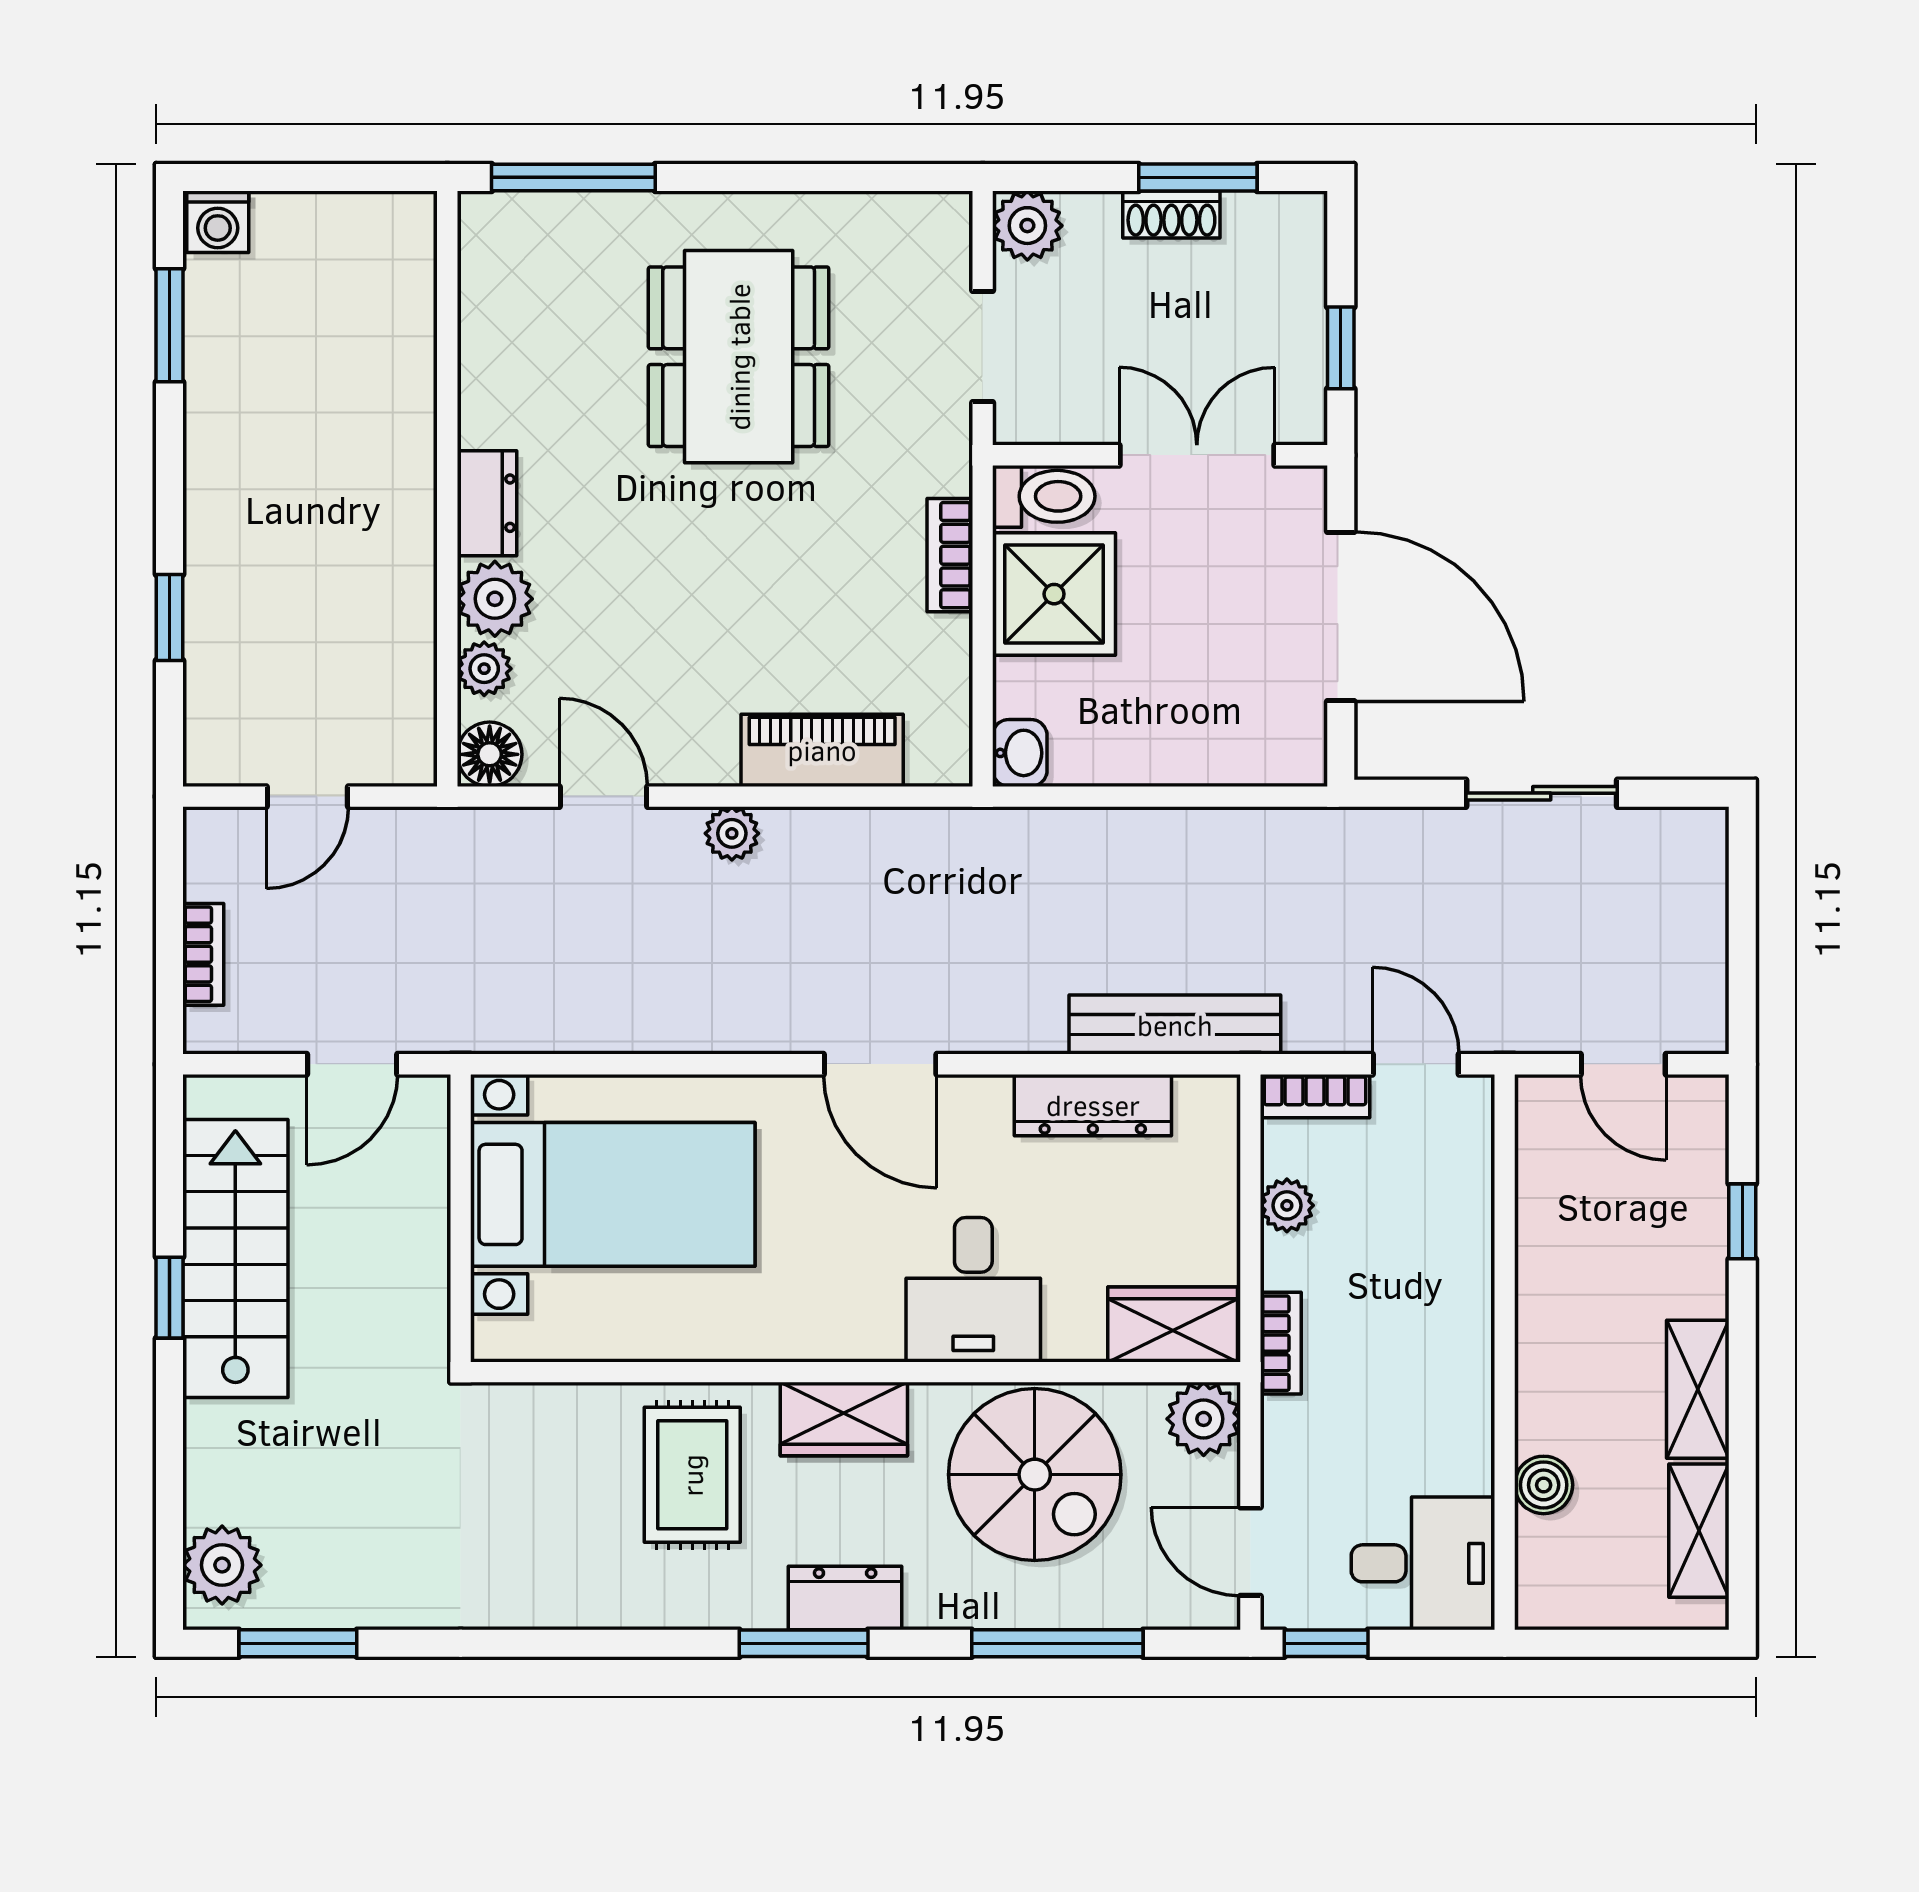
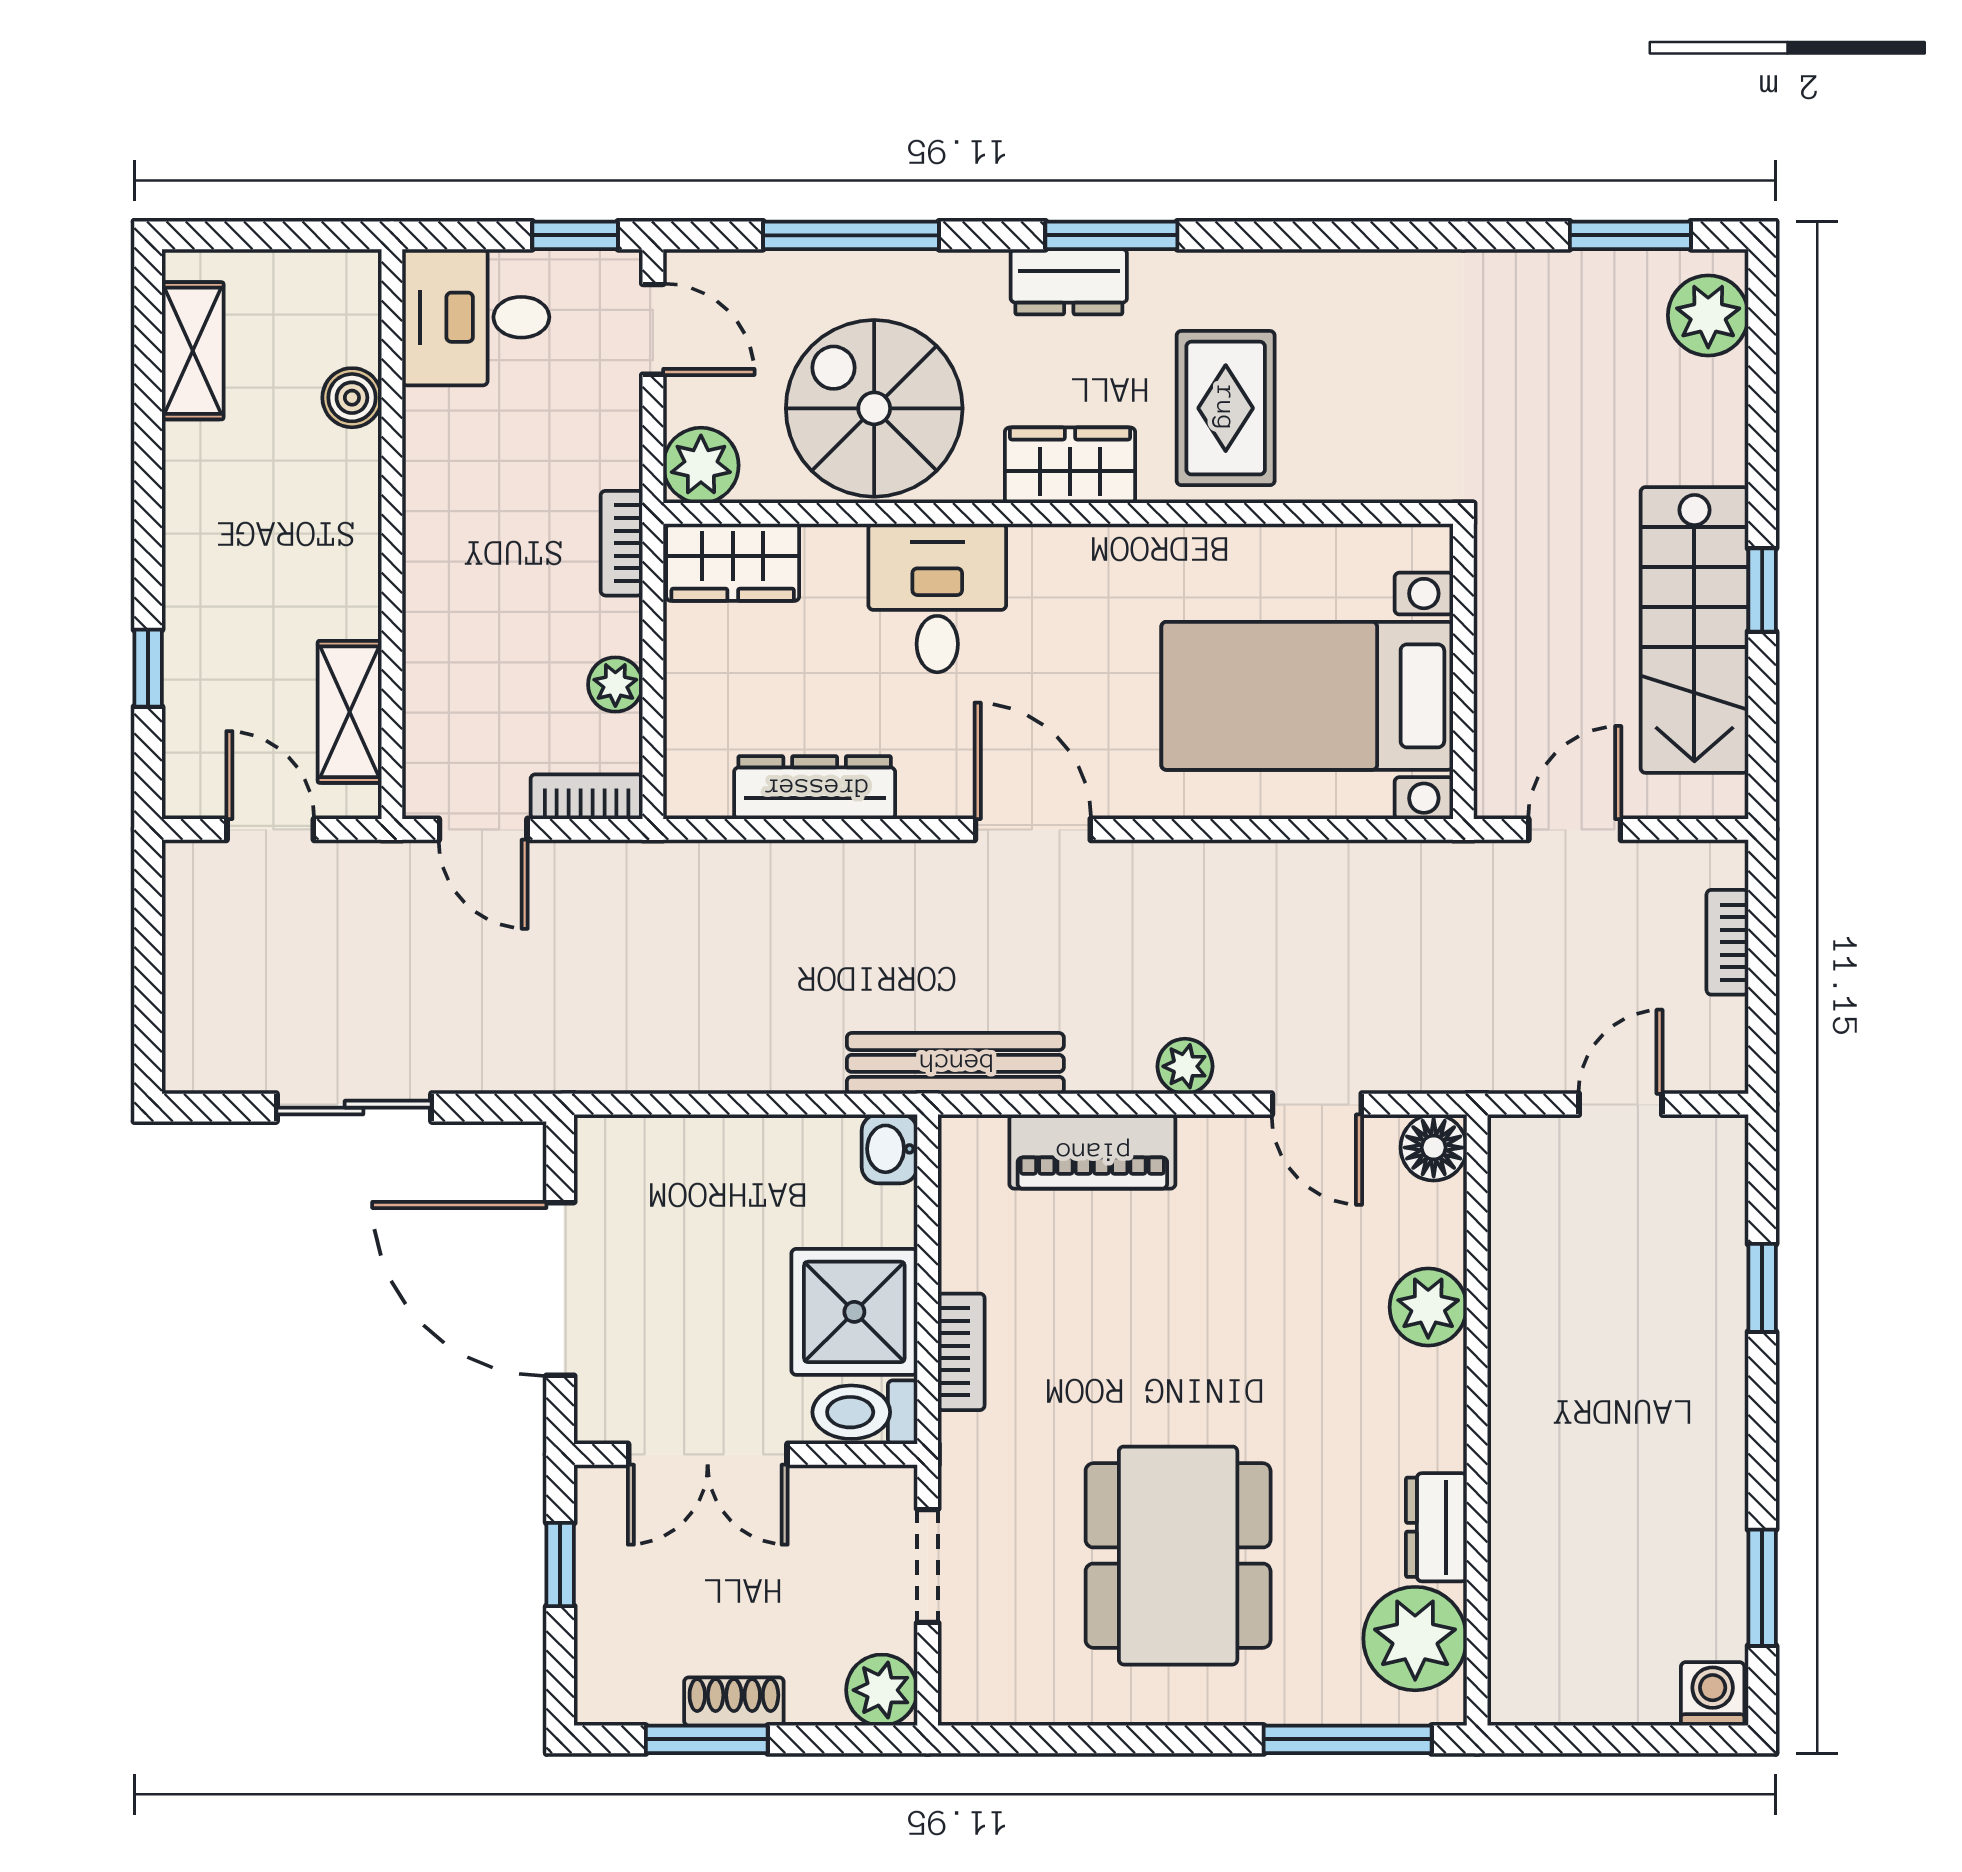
dresser: (487, 503) -> (1436, 1527), moved
plant: (484, 669) -> (1415, 1639), moved, width x1.88, depth x1.88
bench: (1175, 1025) -> (955, 1063), moved
shelving: (1698, 1389) -> (350, 712), moved

